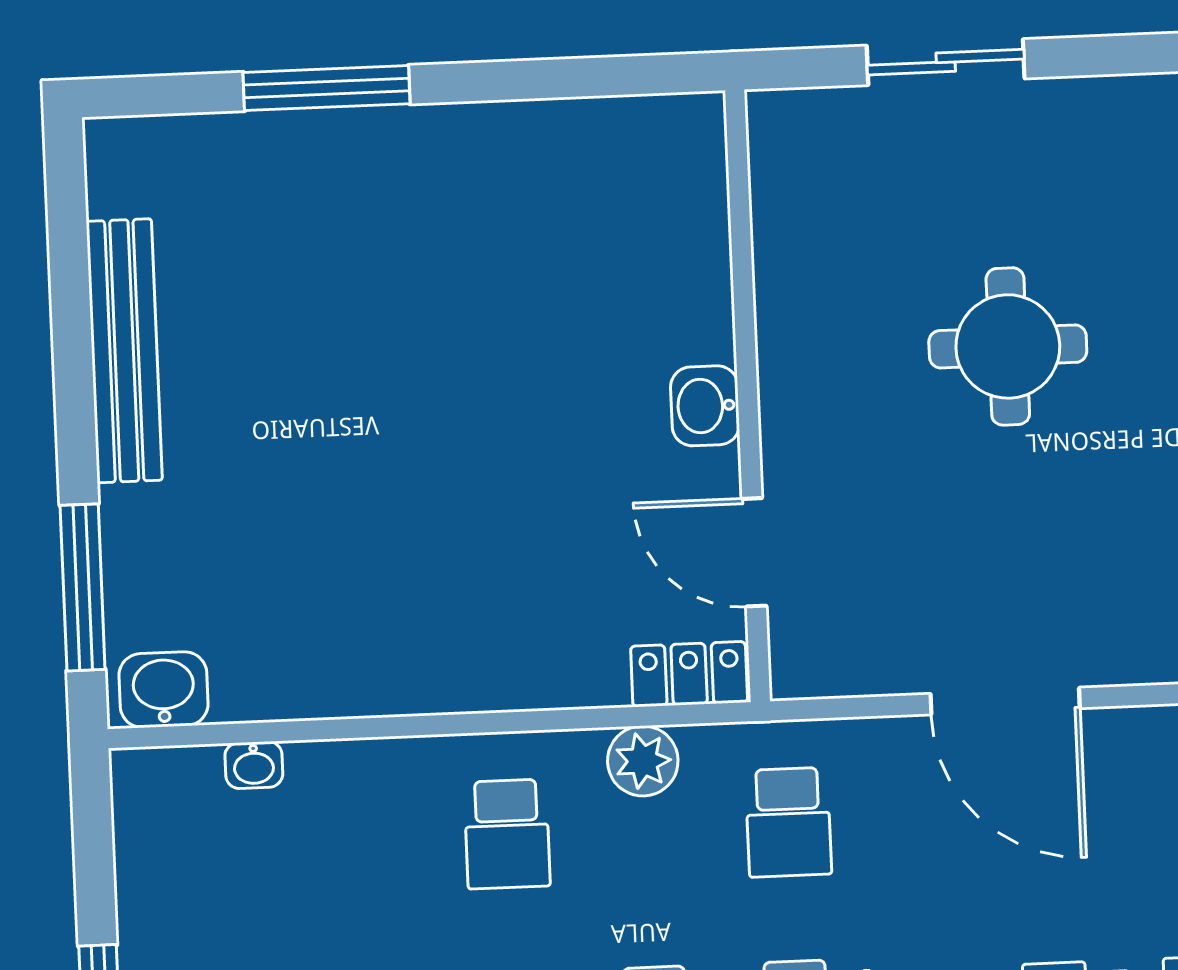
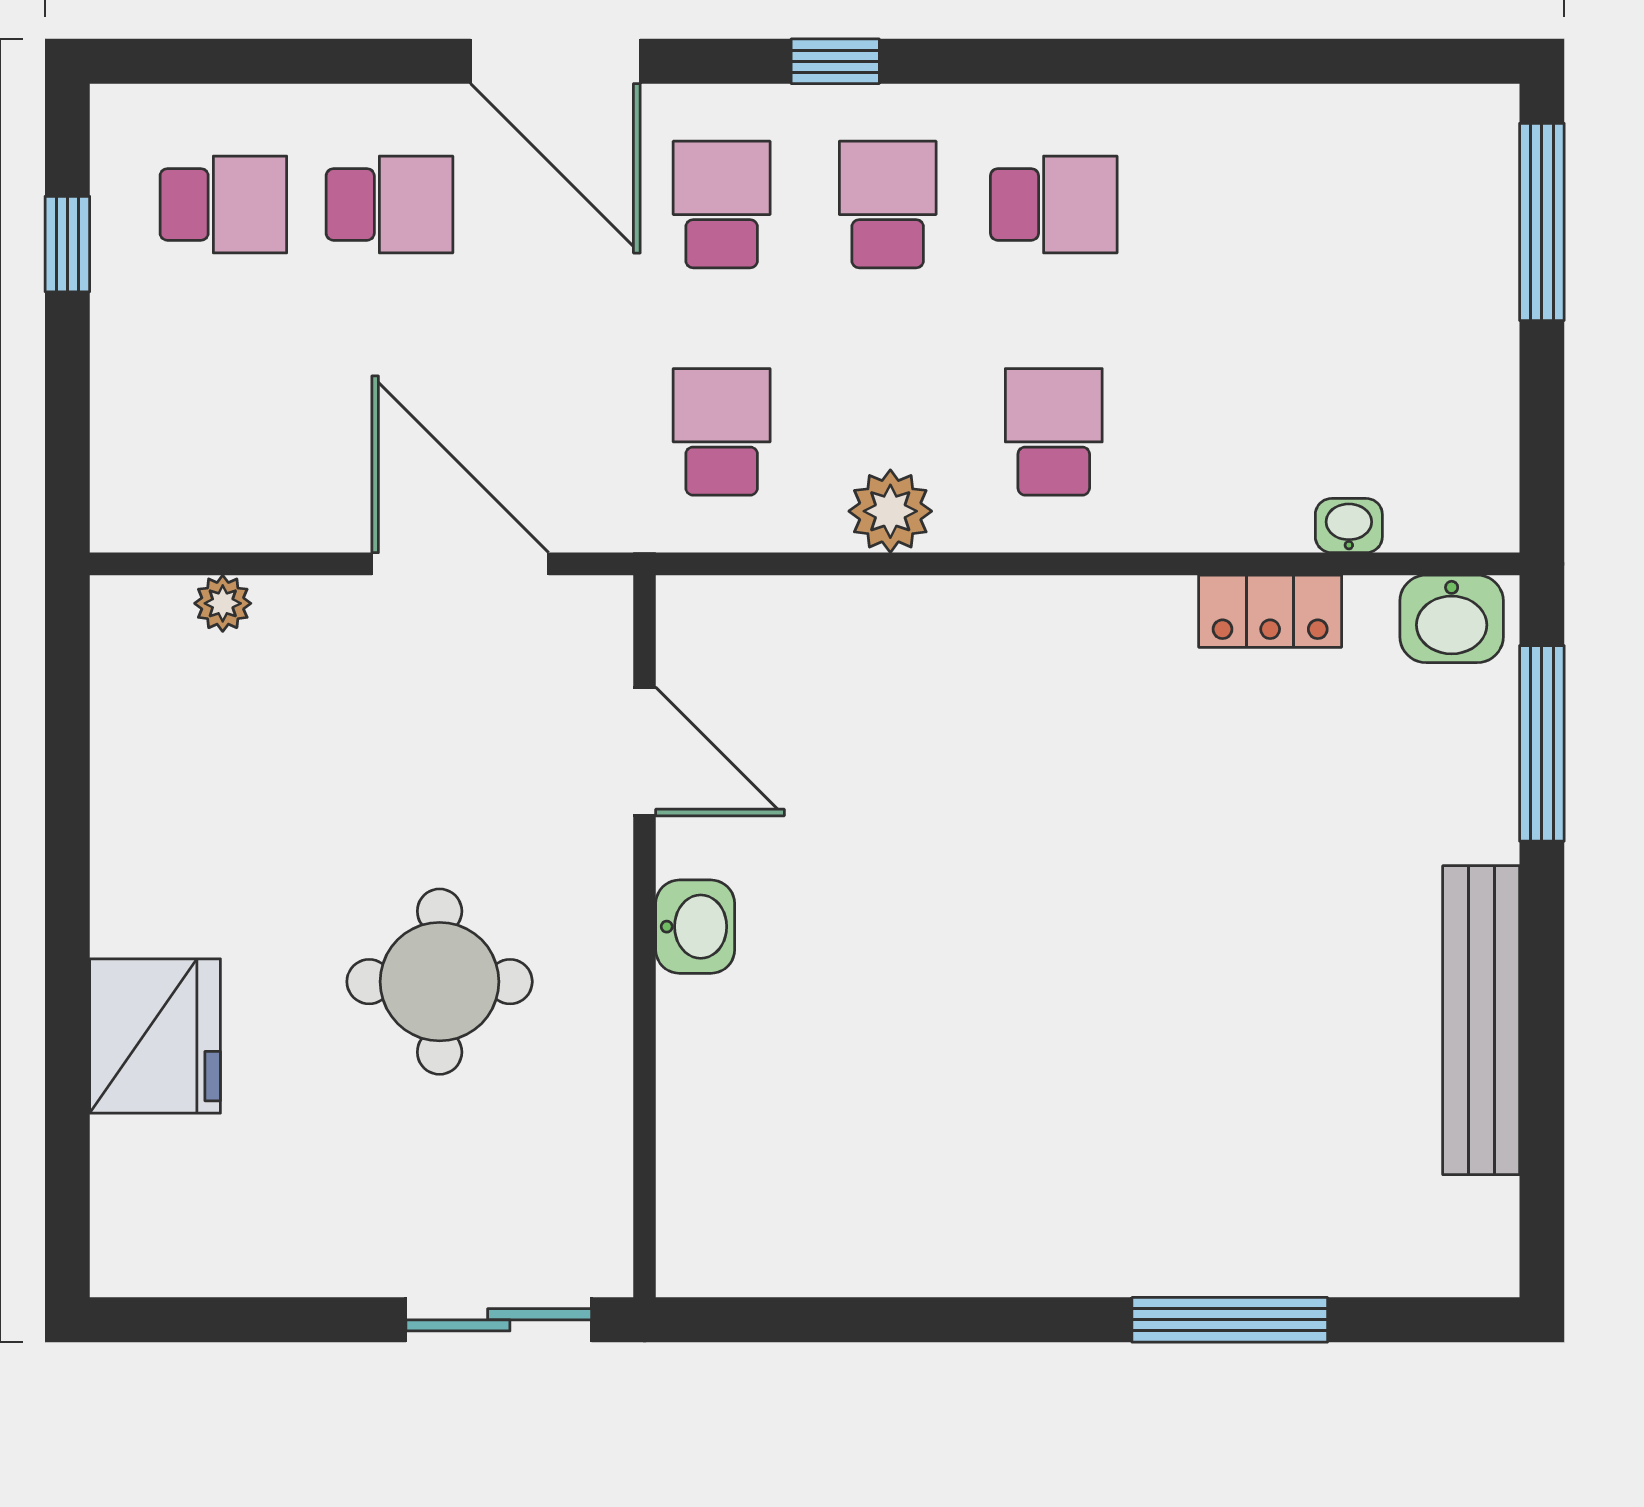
wall: (748, 396) -> (645, 936), moved
washbasin: (705, 406) -> (695, 927), moved
door: (754, 552) -> (645, 752), moved
locker: (689, 674) -> (1270, 611), moved

